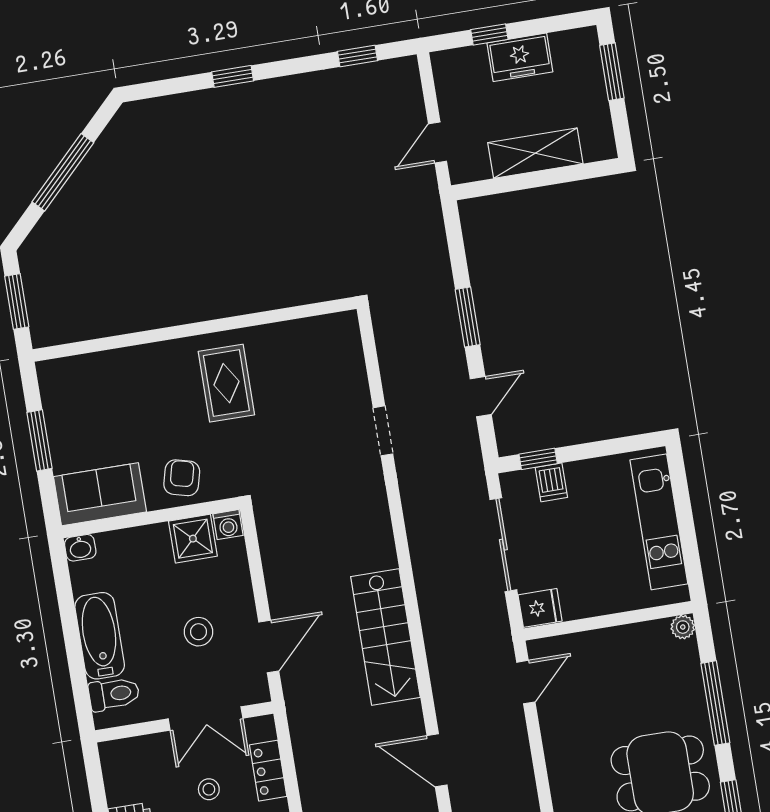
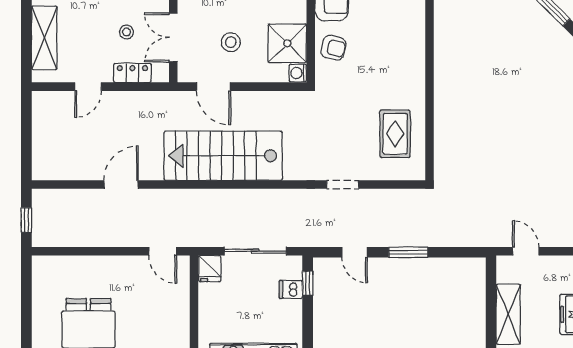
rug: (226, 383) -> (395, 134), moved, turned 90
shower: (193, 539) -> (287, 43), width x1.36, depth x1.36
stairs: (385, 637) -> (223, 156), width x1.36, depth x1.51

